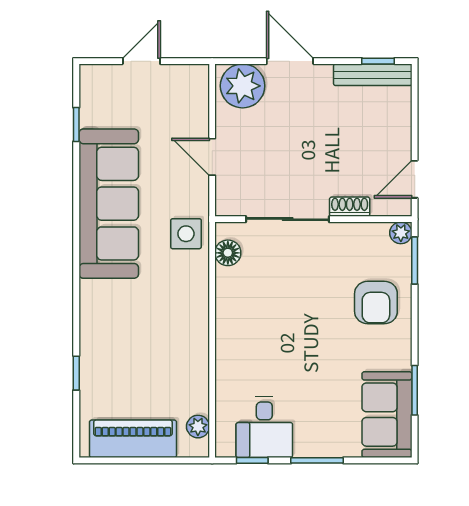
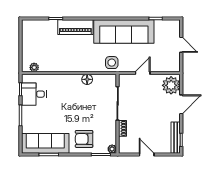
door: (415, 179) -> (147, 155), moved
floor lamp: (228, 253) -> (87, 79), moved
sofa: (387, 415) -> (45, 143), width x1.36
piano: (133, 439) -> (75, 27), moved, turned 90

